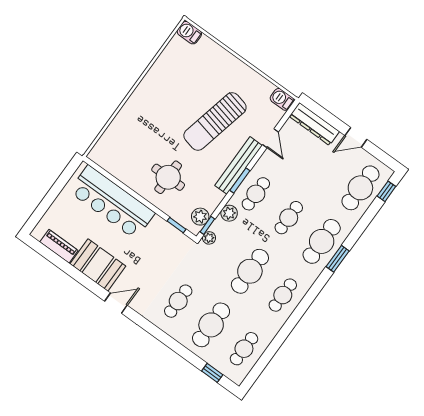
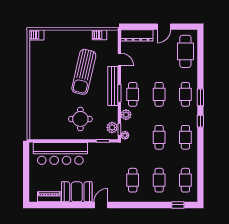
barbecue: (282, 99) -> (100, 35), moved
window: (386, 191) -> (200, 121), moved
cafe table: (322, 241) -> (185, 94), width x0.73, depth x0.74
cafe table: (250, 271) -> (159, 137), width x0.73, depth x0.74
cafe table: (211, 325) -> (159, 180), width x0.73, depth x0.74

